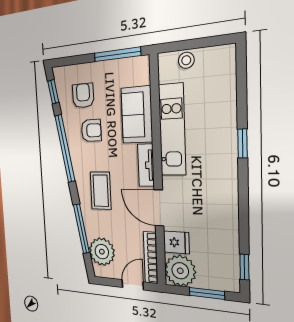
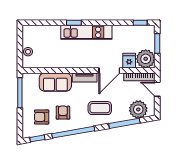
kitchen unit: (172, 130) -> (86, 32), moved, turned 180

